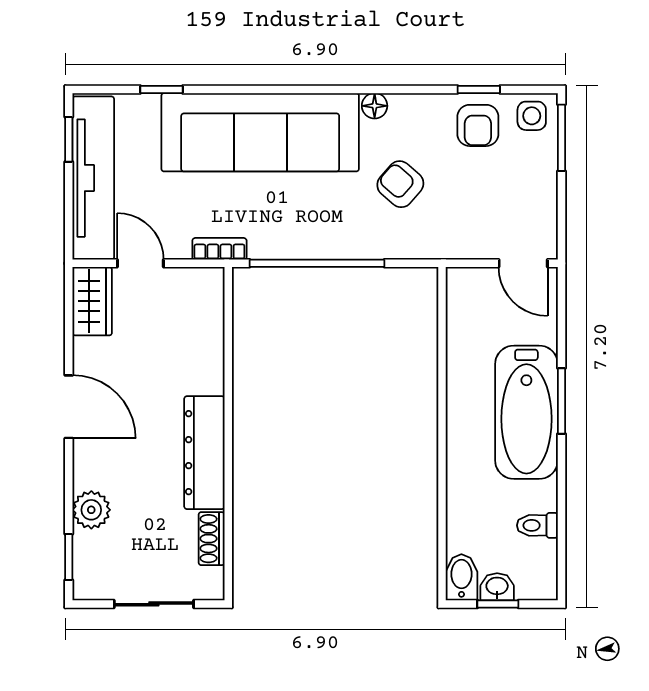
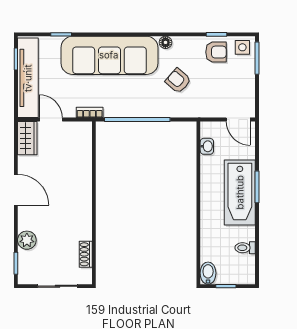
armchair: (478, 125) -> (216, 52), turned -90
dresser: (204, 453) -> (82, 212), removed
washbasin: (497, 587) -> (207, 146), moved, turned 90

